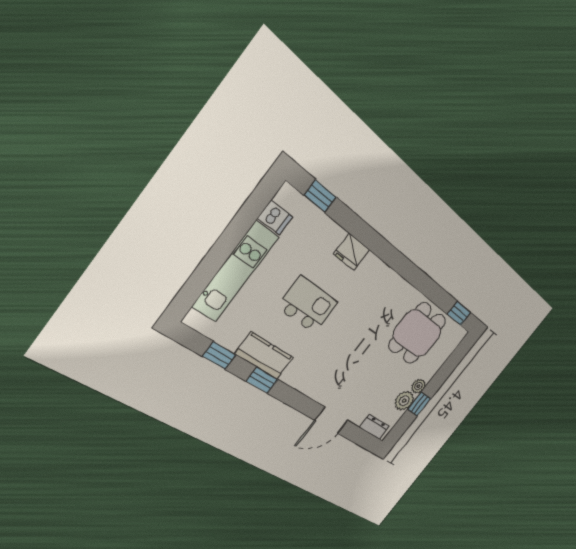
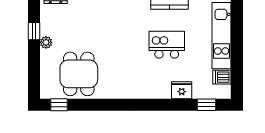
fridge: (352, 252) -> (182, 90), moved
kitchen island: (308, 305) -> (167, 45), turned 180
plant: (404, 401) -> (48, 27), removed

